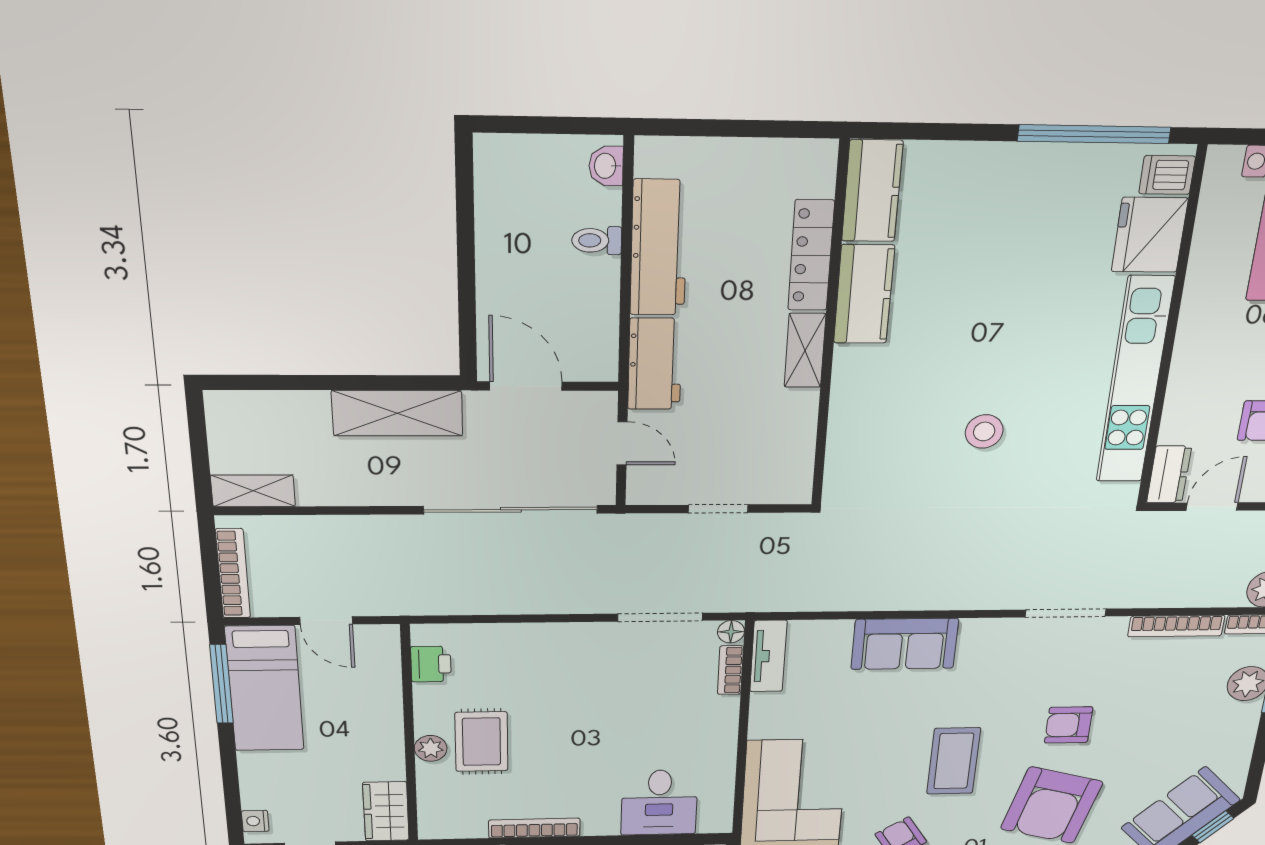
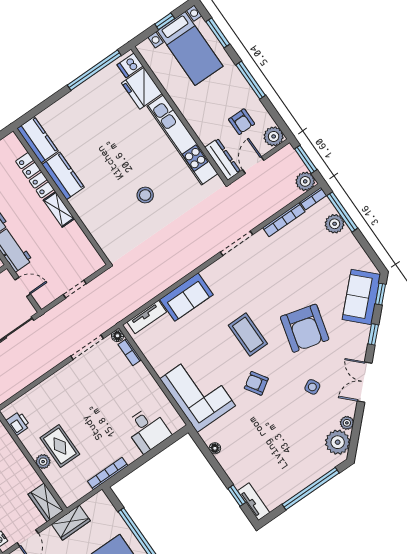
dresser: (1169, 474) -> (223, 159), width x1.44
tv unit: (768, 656) -> (147, 317), moved, turned 90
armchair: (1069, 725) -> (280, 289), removed

